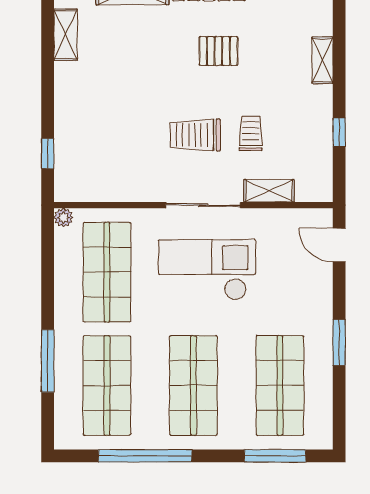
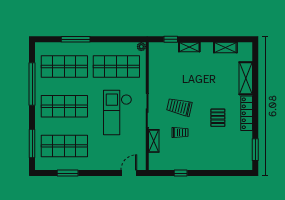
shelving: (322, 60) -> (189, 47), moved
trolley: (195, 135) -> (179, 107), turned -77
checkout: (207, 270) -> (117, 112), turned 180
window: (339, 342) -> (68, 173), moved

